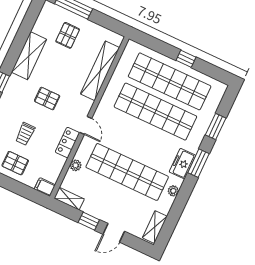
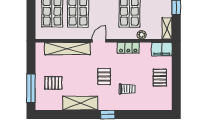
door: (86, 125) -> (99, 41), moved
trolley: (25, 134) -> (127, 89), moved
filing cabinet: (45, 187) -> (162, 49), width x2.00

